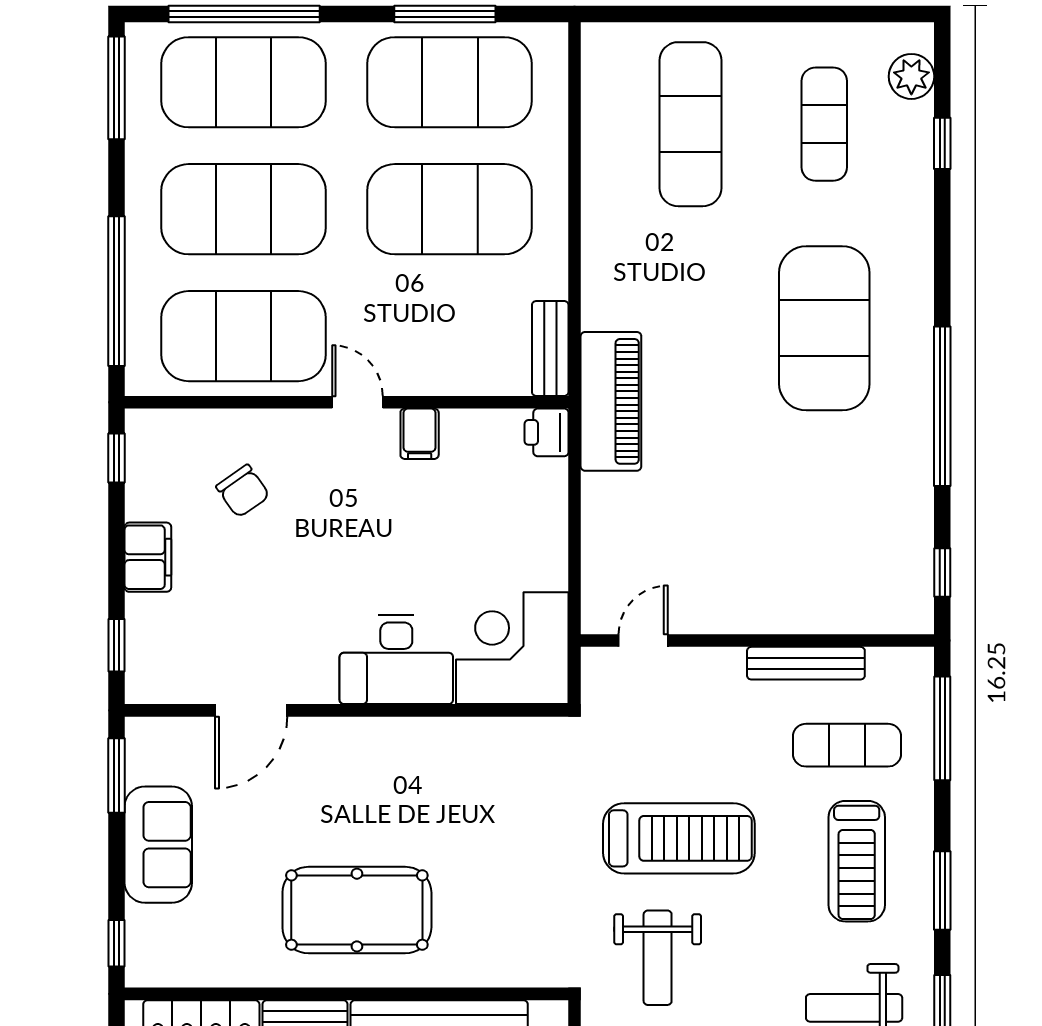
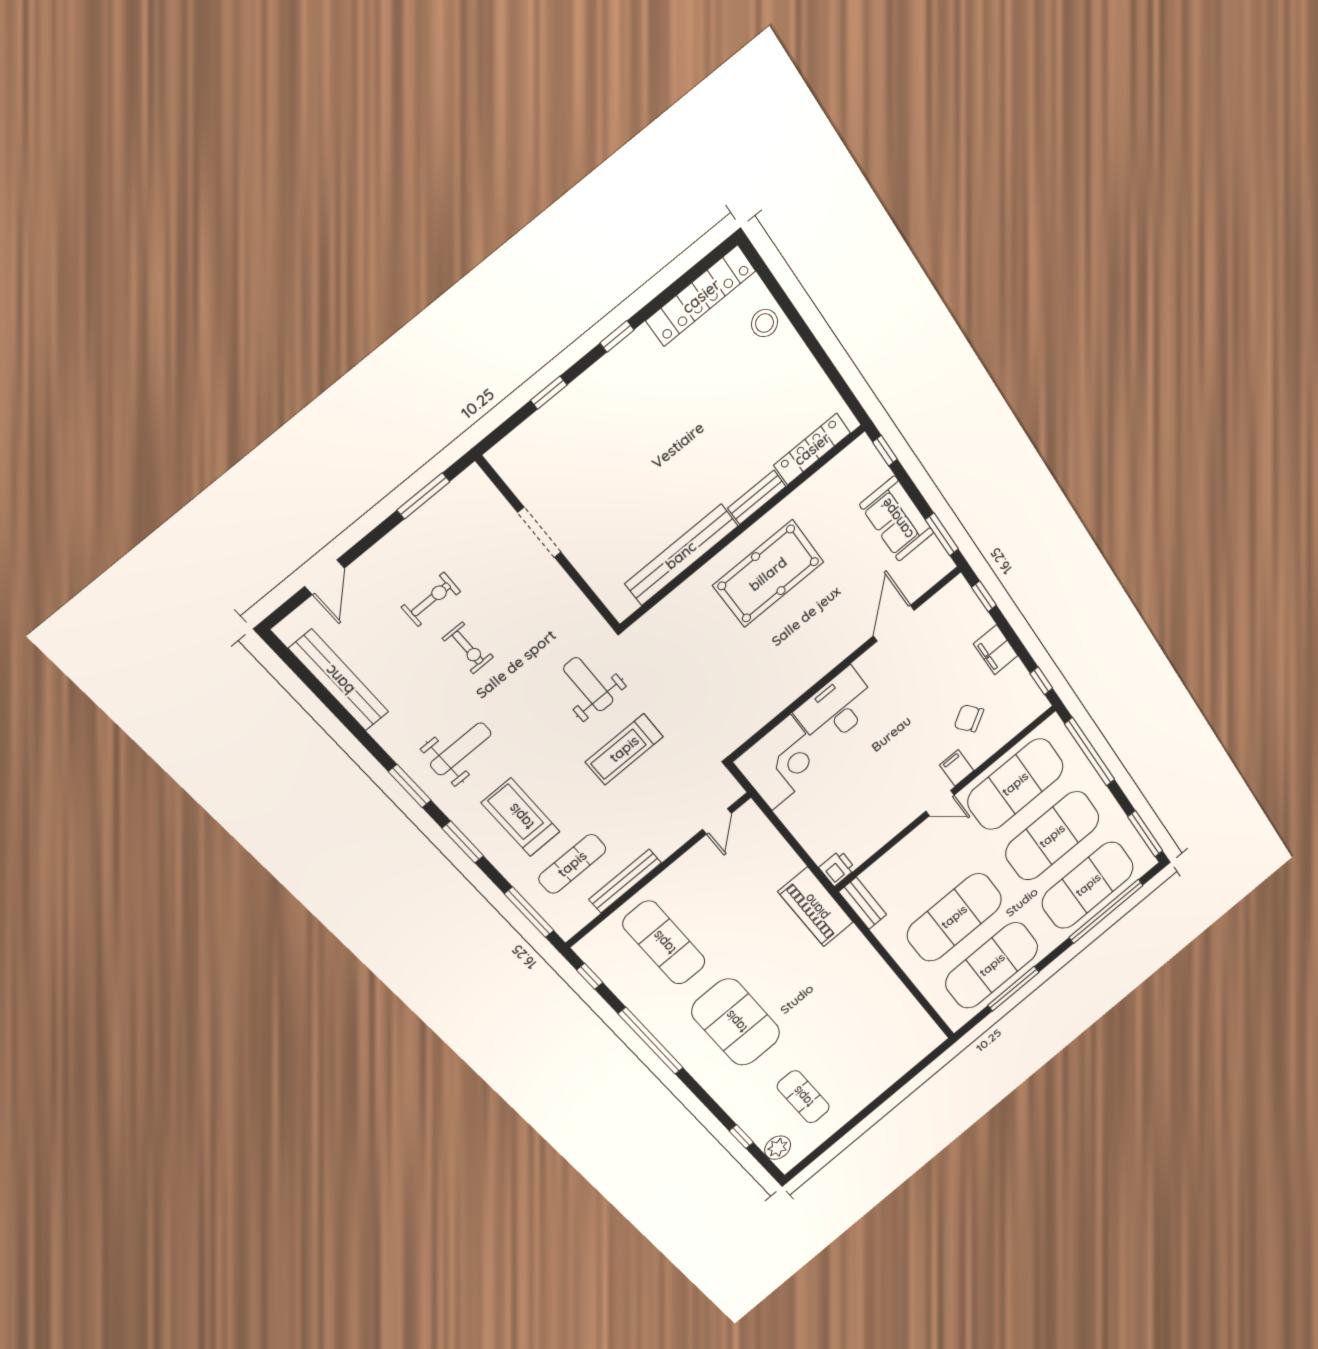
exercise mat: (690, 124) -> (664, 943), moved
filing cabinet: (420, 434) -> (957, 768), moved
treadmill: (679, 838) -> (624, 749), width x0.73, depth x0.73

